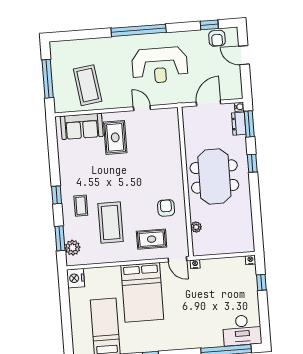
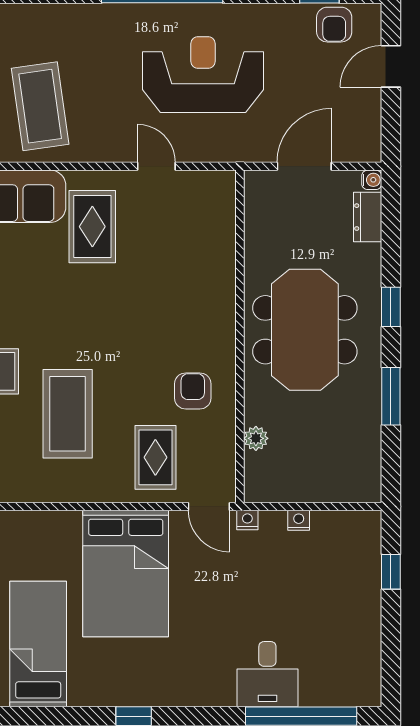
door: (244, 55) -> (391, 66), hinge flipped
reception desk: (160, 65) -> (203, 75), turned 180
window: (249, 124) -> (391, 396), moved
rug: (152, 239) -> (155, 457), turned 90
nightstand: (250, 260) -> (299, 520), moved
desk: (242, 330) -> (267, 674), moved, width x0.73

